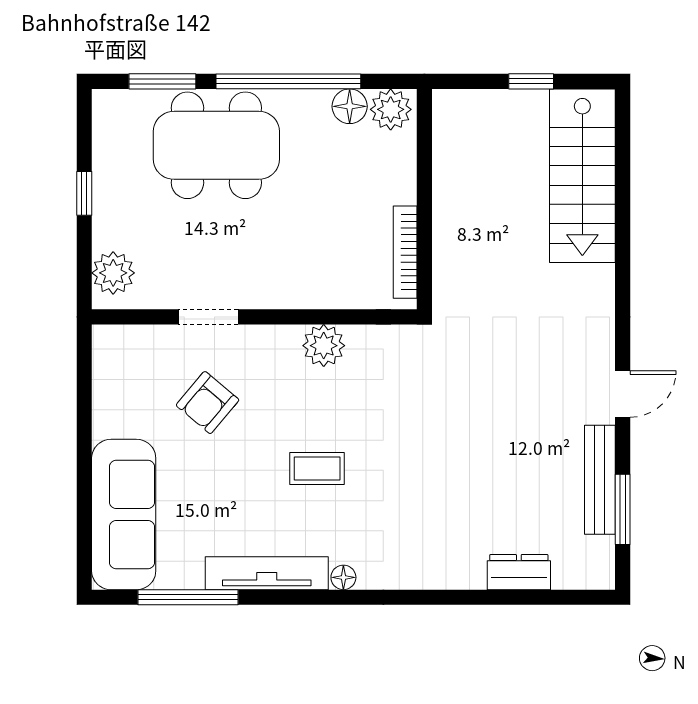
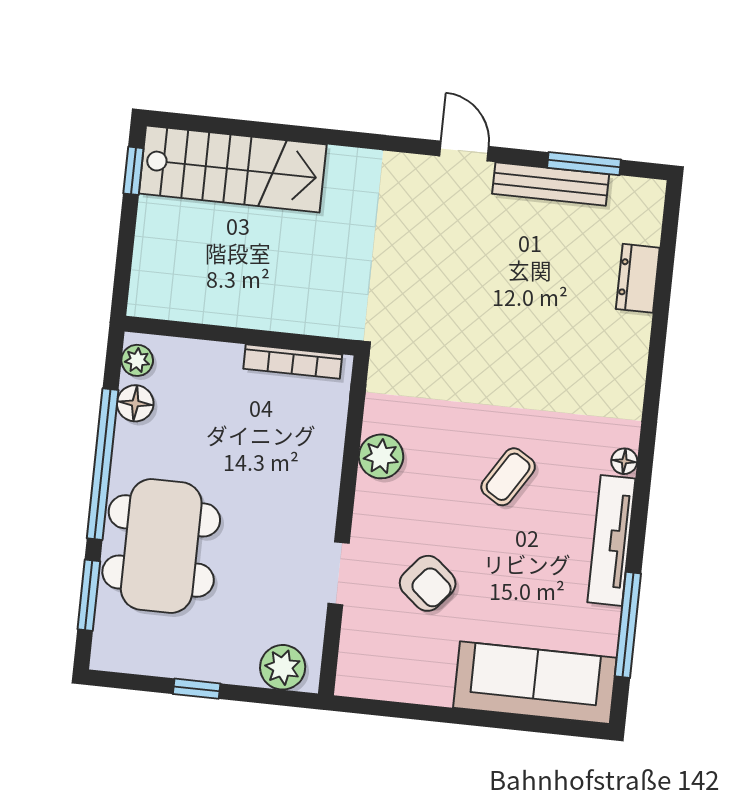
window: (531, 81) -> (133, 171), moved
plant: (391, 109) -> (137, 360), width x0.73, depth x0.73
coffee table: (317, 468) -> (508, 477), turned 32

